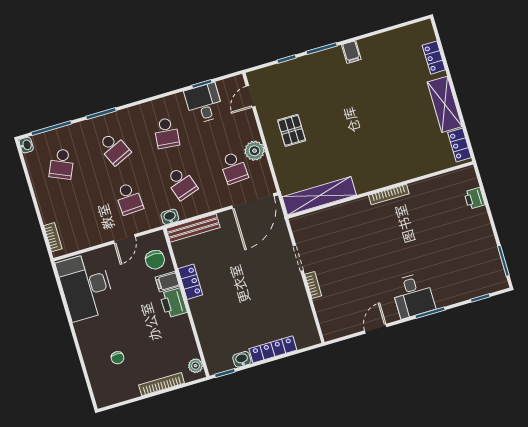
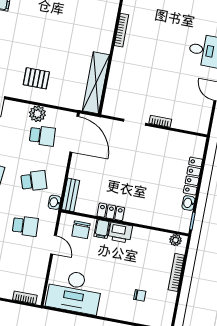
bench: (193, 228) -> (71, 195), width x0.73
chair: (155, 260) -> (81, 230), turned 90

